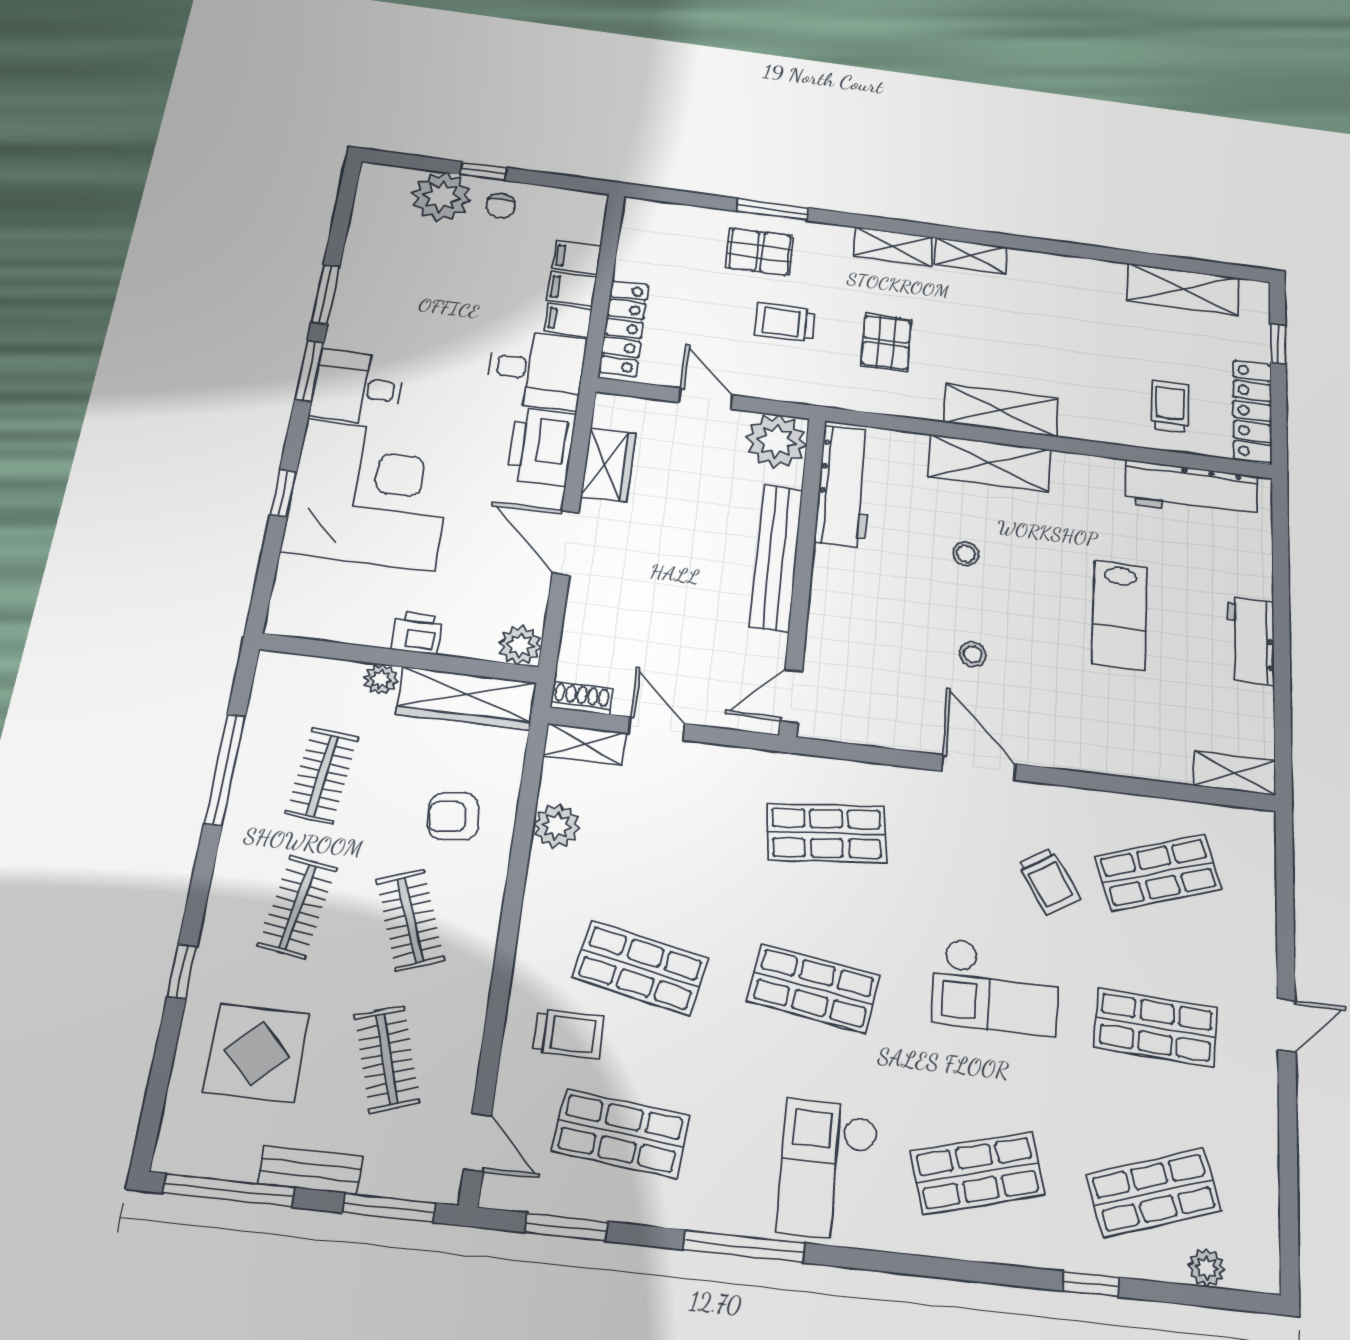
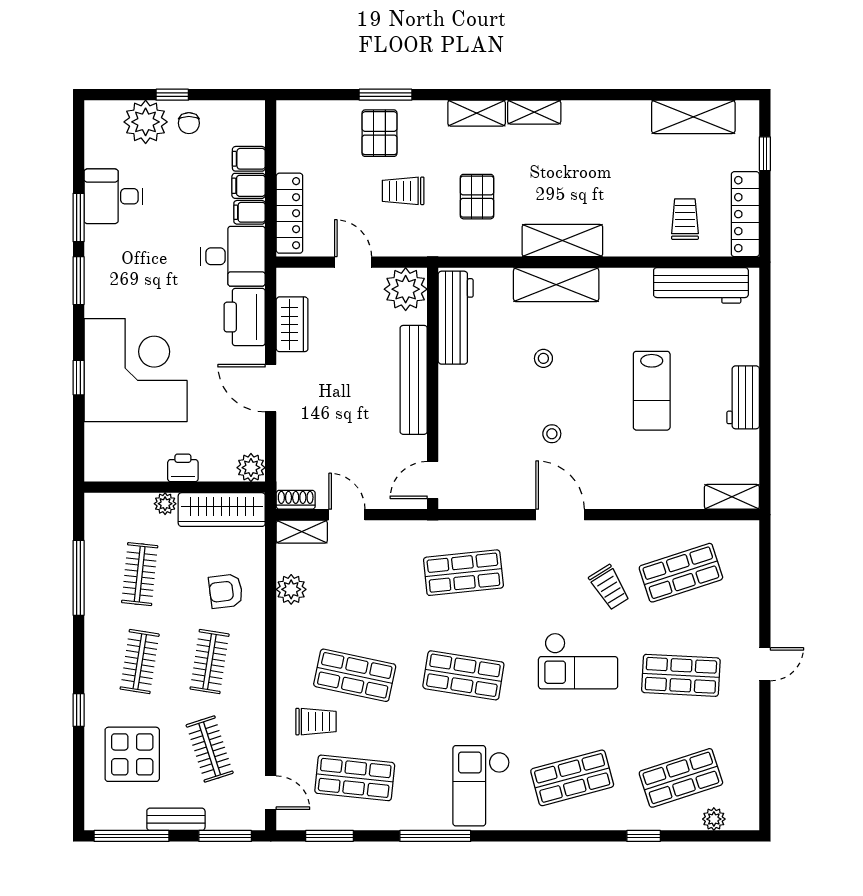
pallet: (760, 252) -> (380, 133), turned 90
desk: (358, 388) -> (113, 196), moved
clothes rail: (410, 920) -> (210, 662), turned 30

